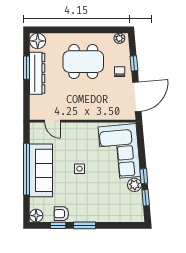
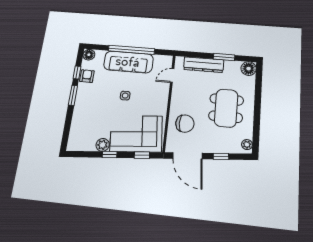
chair: (120, 72) -> (185, 124), moved, width x1.87, depth x1.87
dresser: (37, 73) -> (204, 65), moved
window: (146, 198) -> (142, 155), moved

